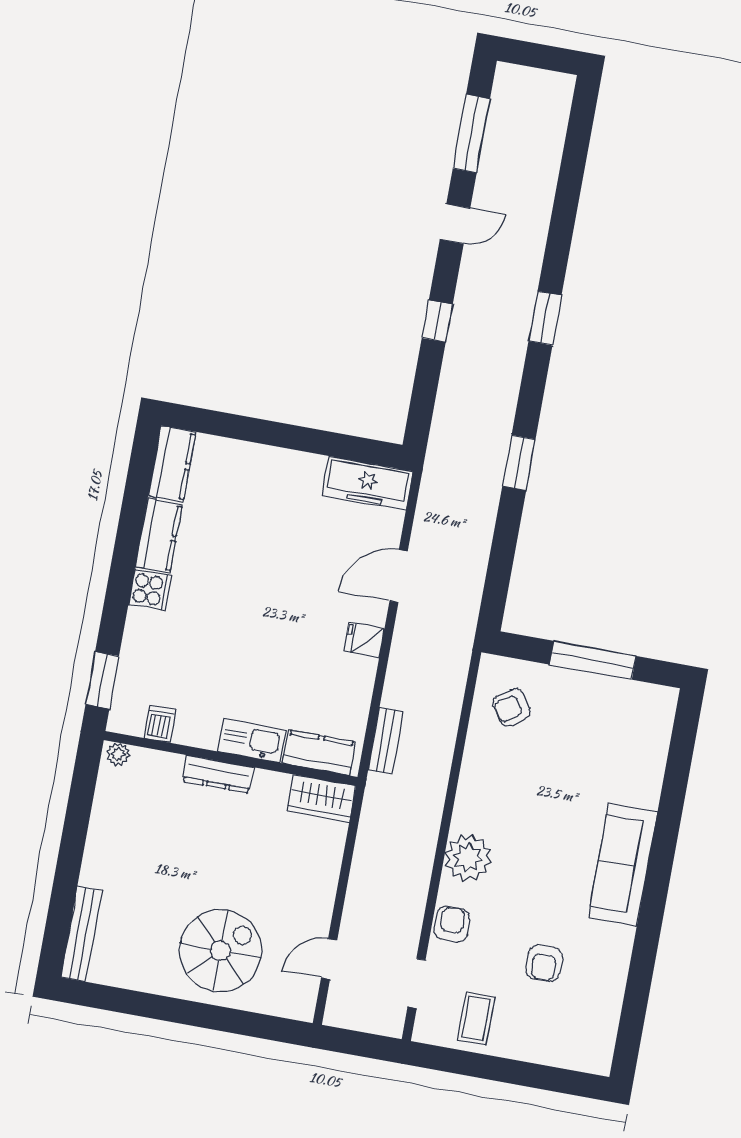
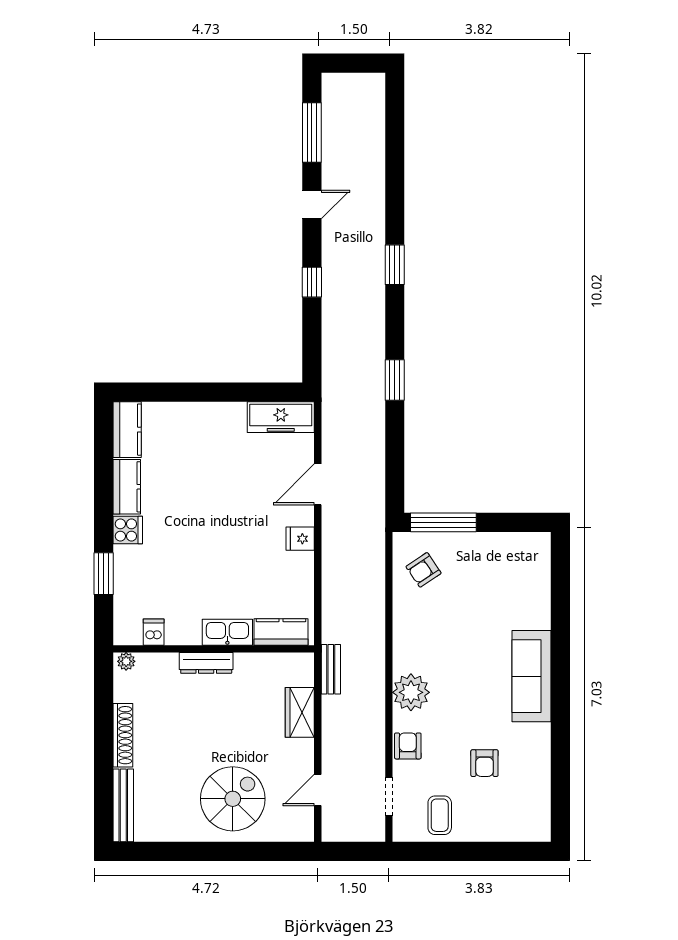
window: (593, 660) -> (443, 522), moved
window: (102, 680) -> (104, 574), moved
bench: (386, 741) -> (331, 669), moved
wardrobe: (321, 798) -> (300, 712), moved, turned 90
shoe rack: (97, 846) -> (123, 735), added

